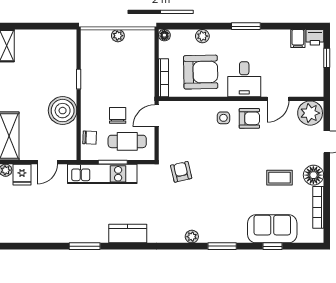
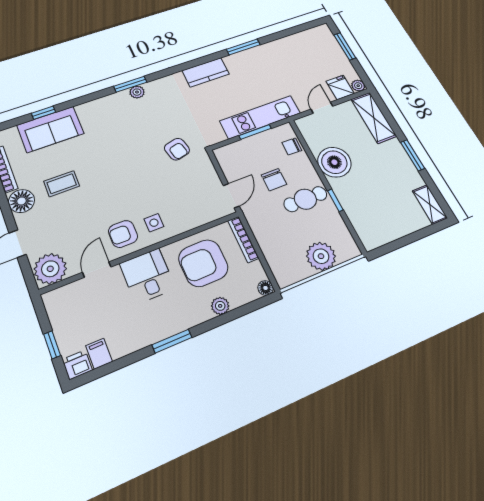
plant: (118, 36) -> (321, 256), width x1.88, depth x1.88
cafe table: (127, 141) -> (305, 199), moved
window: (222, 246) -> (130, 84), moved

